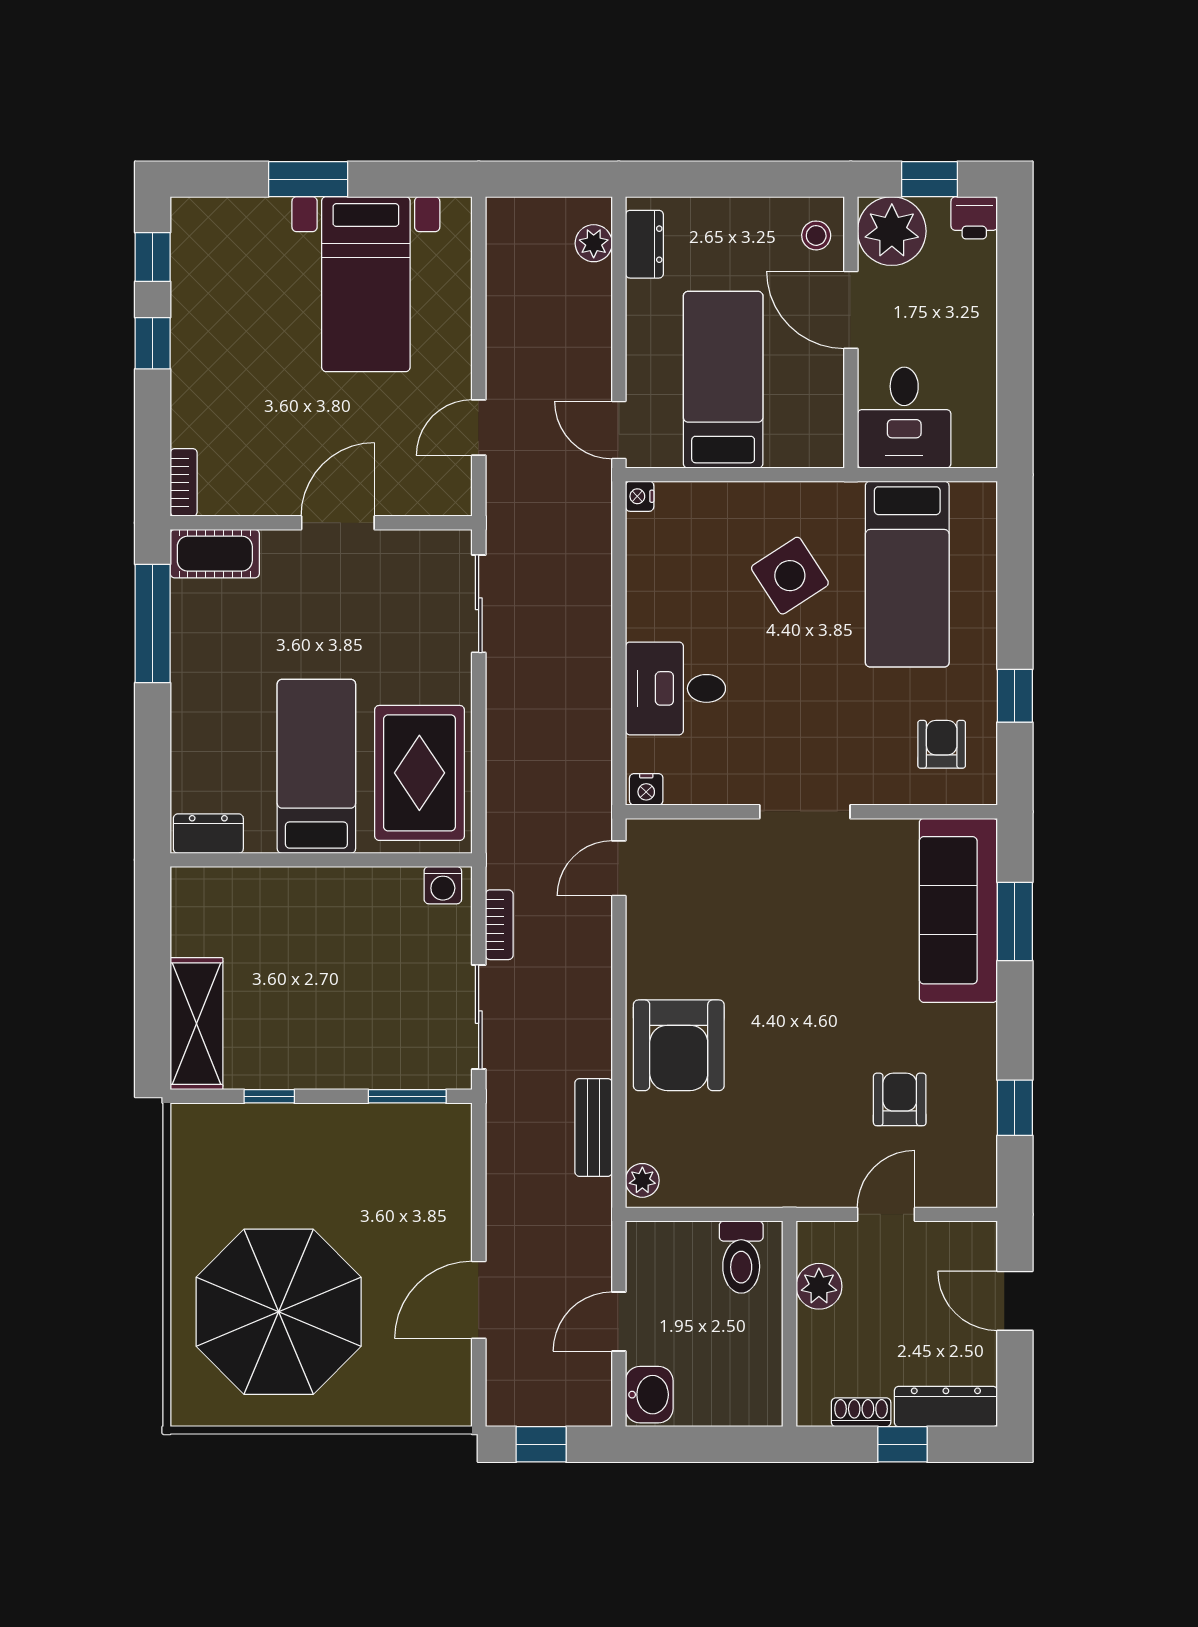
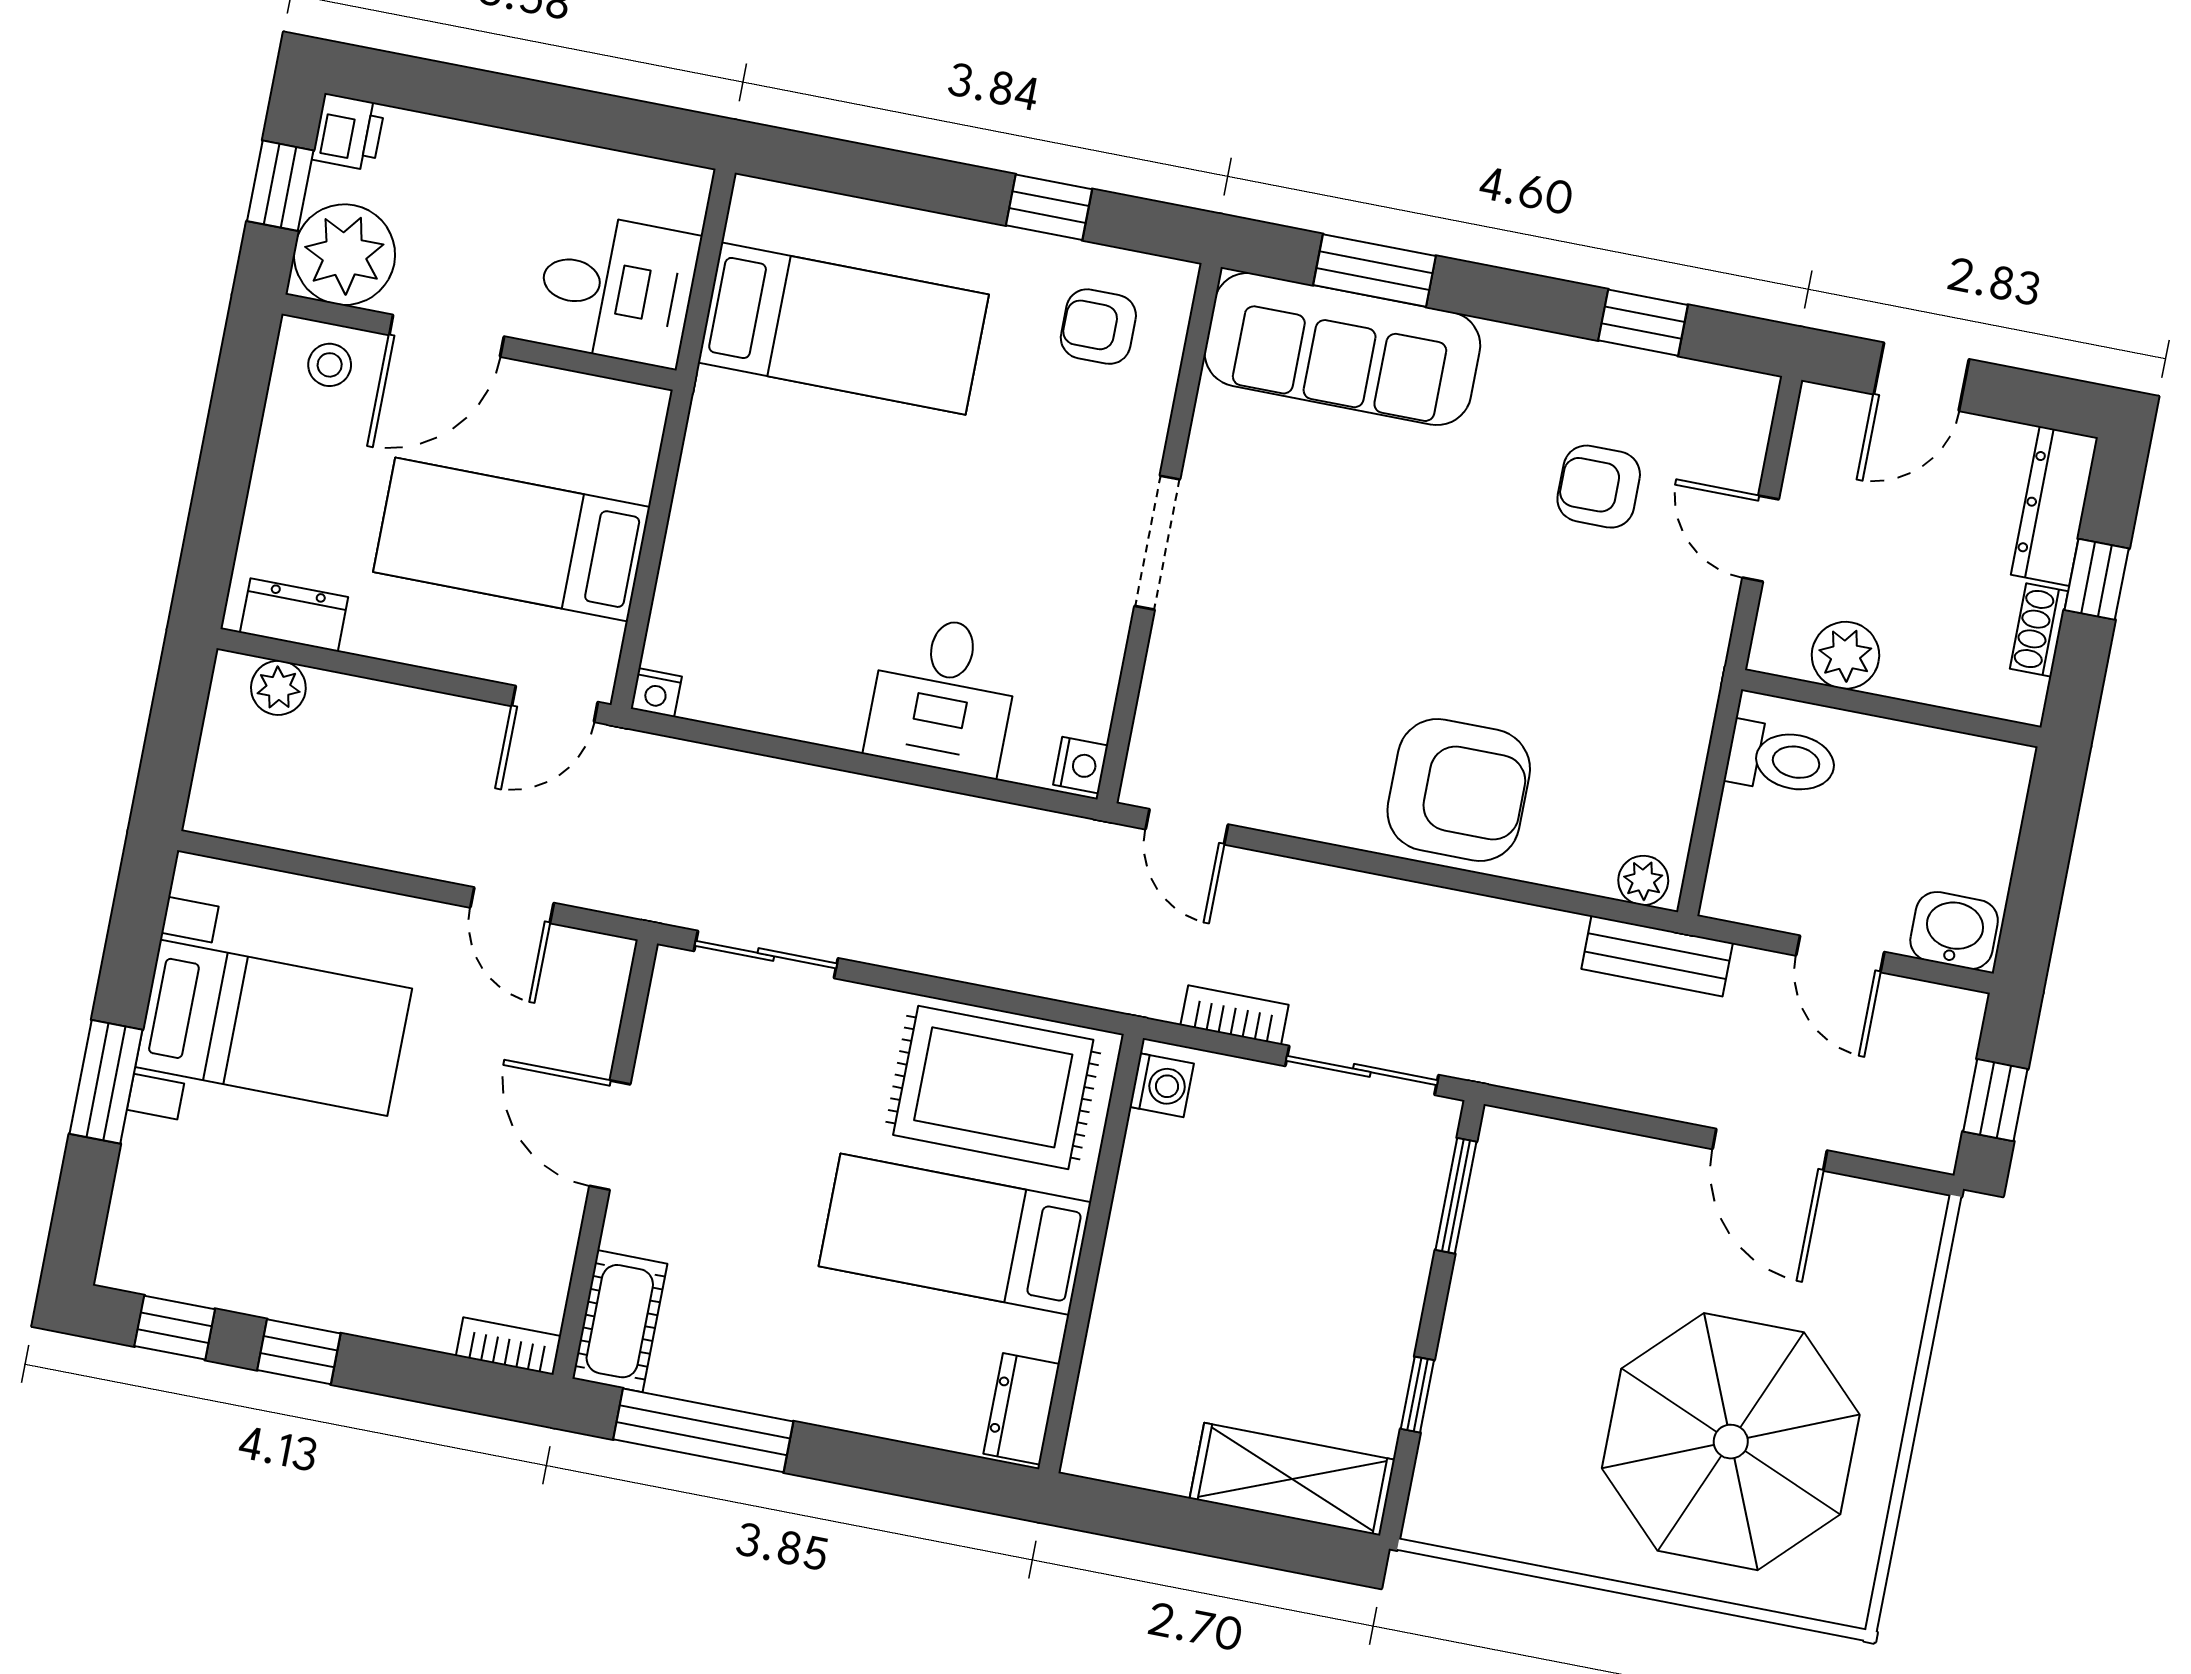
side table: (790, 576) -> (813, 498), removed
bench: (594, 1127) -> (1657, 956), moved

